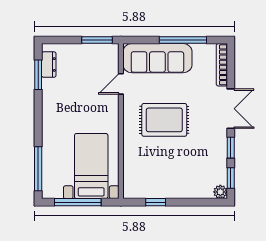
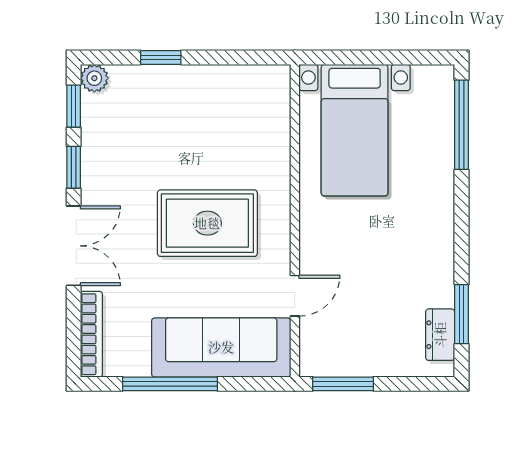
double door: (231, 109) -> (74, 246), swing flipped
window: (78, 202) -> (382, 58), removed
window: (156, 202) -> (161, 58), moved

